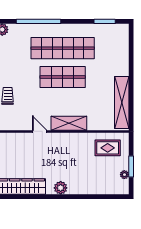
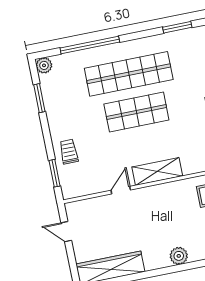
door: (40, 131) -> (121, 190), hinge flipped
plant: (61, 188) -> (179, 256), moved

